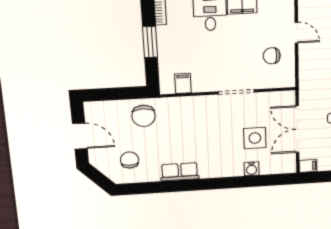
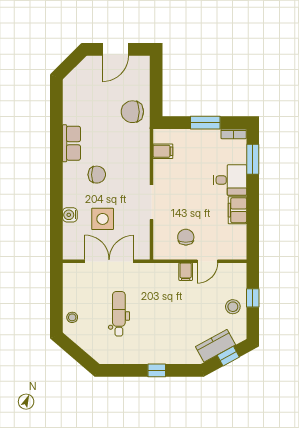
chair: (130, 160) -> (97, 175), moved
filing cabinet: (308, 166) -> (186, 272), moved

